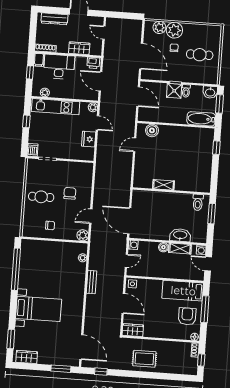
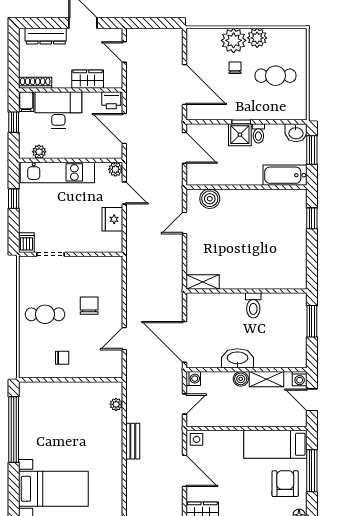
plant: (159, 27) -> (257, 38), moved
shelving: (164, 185) -> (203, 282), moved
toilet: (198, 202) -> (253, 305), moved
plant: (83, 235) -> (114, 369), removed
washbasin: (180, 235) -> (237, 358), moved

